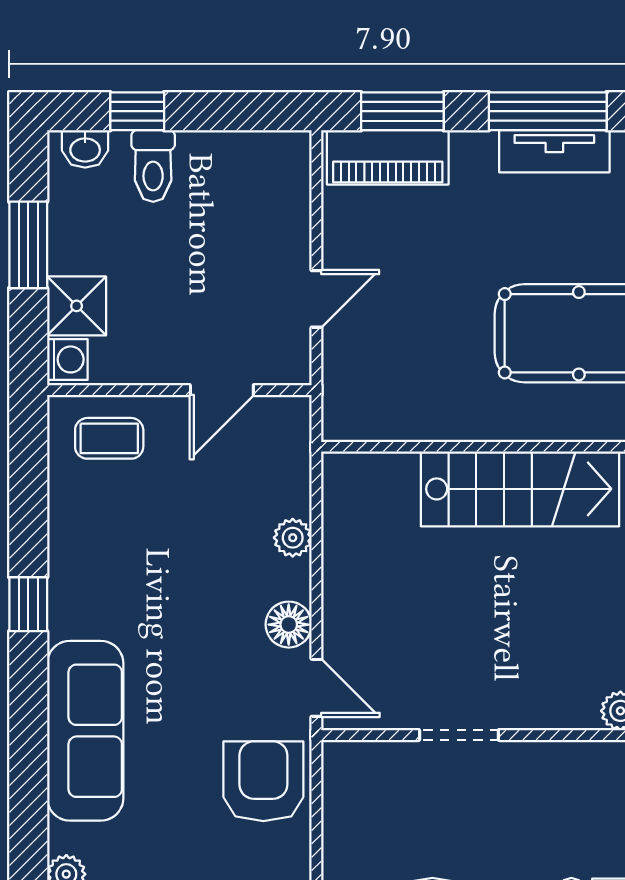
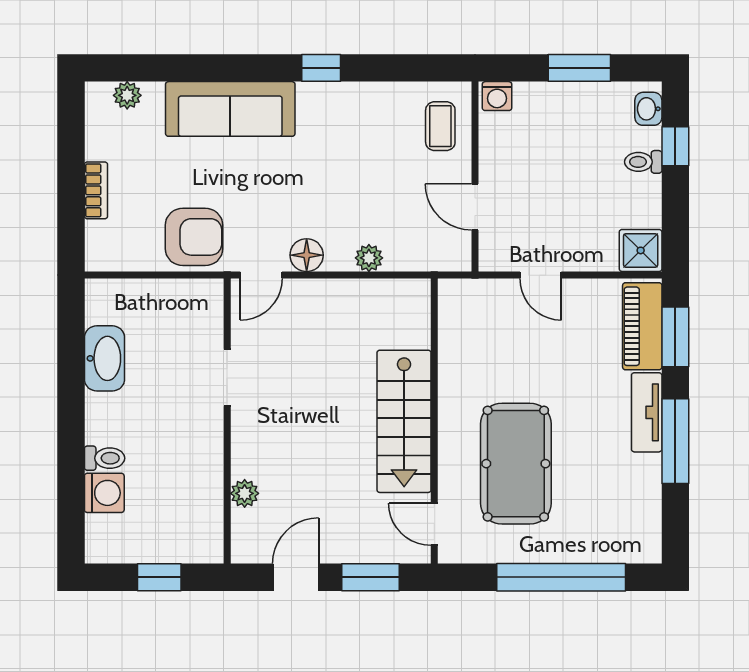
tv unit: (554, 151) -> (647, 412), moved
toilet: (153, 166) -> (643, 162), width x0.73, depth x0.72
shower: (77, 306) -> (641, 250), moved

